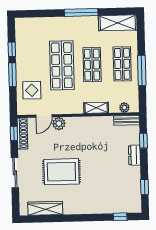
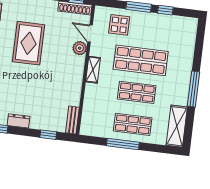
shelving: (96, 108) -> (93, 70), moved
plant: (124, 108) -> (86, 120), removed
dresser: (134, 155) -> (19, 121), moved

